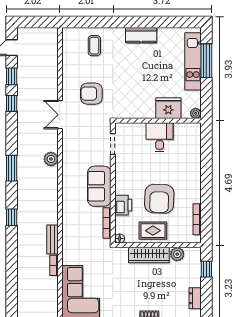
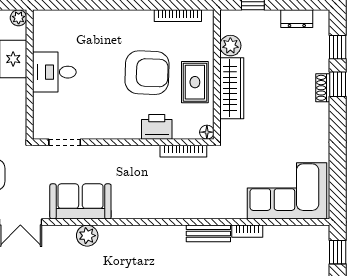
sofa: (99, 186) -> (80, 201), moved, turned 180

